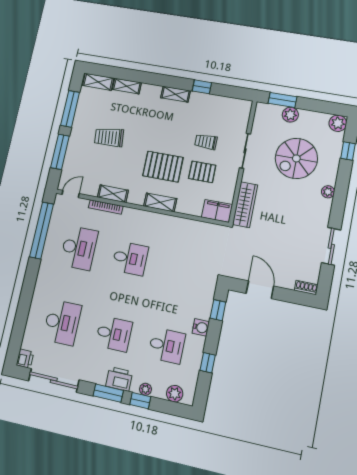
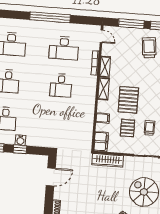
trolley: (109, 137) -> (149, 48), moved
shelving: (160, 202) -> (104, 89), moved
filing cabinet: (184, 205) -> (103, 118), added
window: (42, 230) -> (50, 17), moved
window: (218, 310) -> (20, 149), moved

